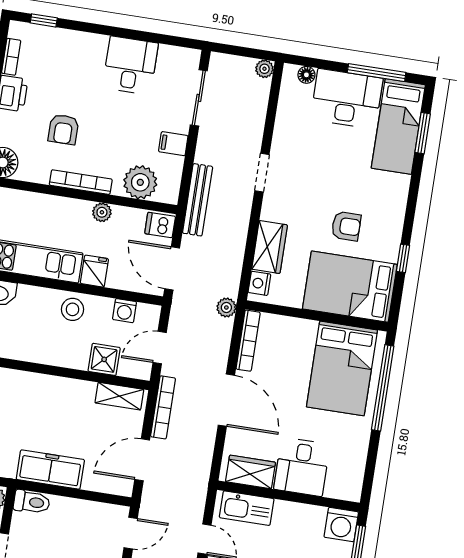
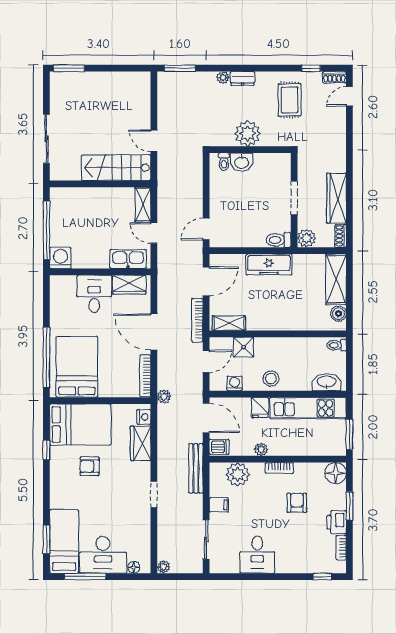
bookcase: (81, 182) -> (279, 468), width x0.64

